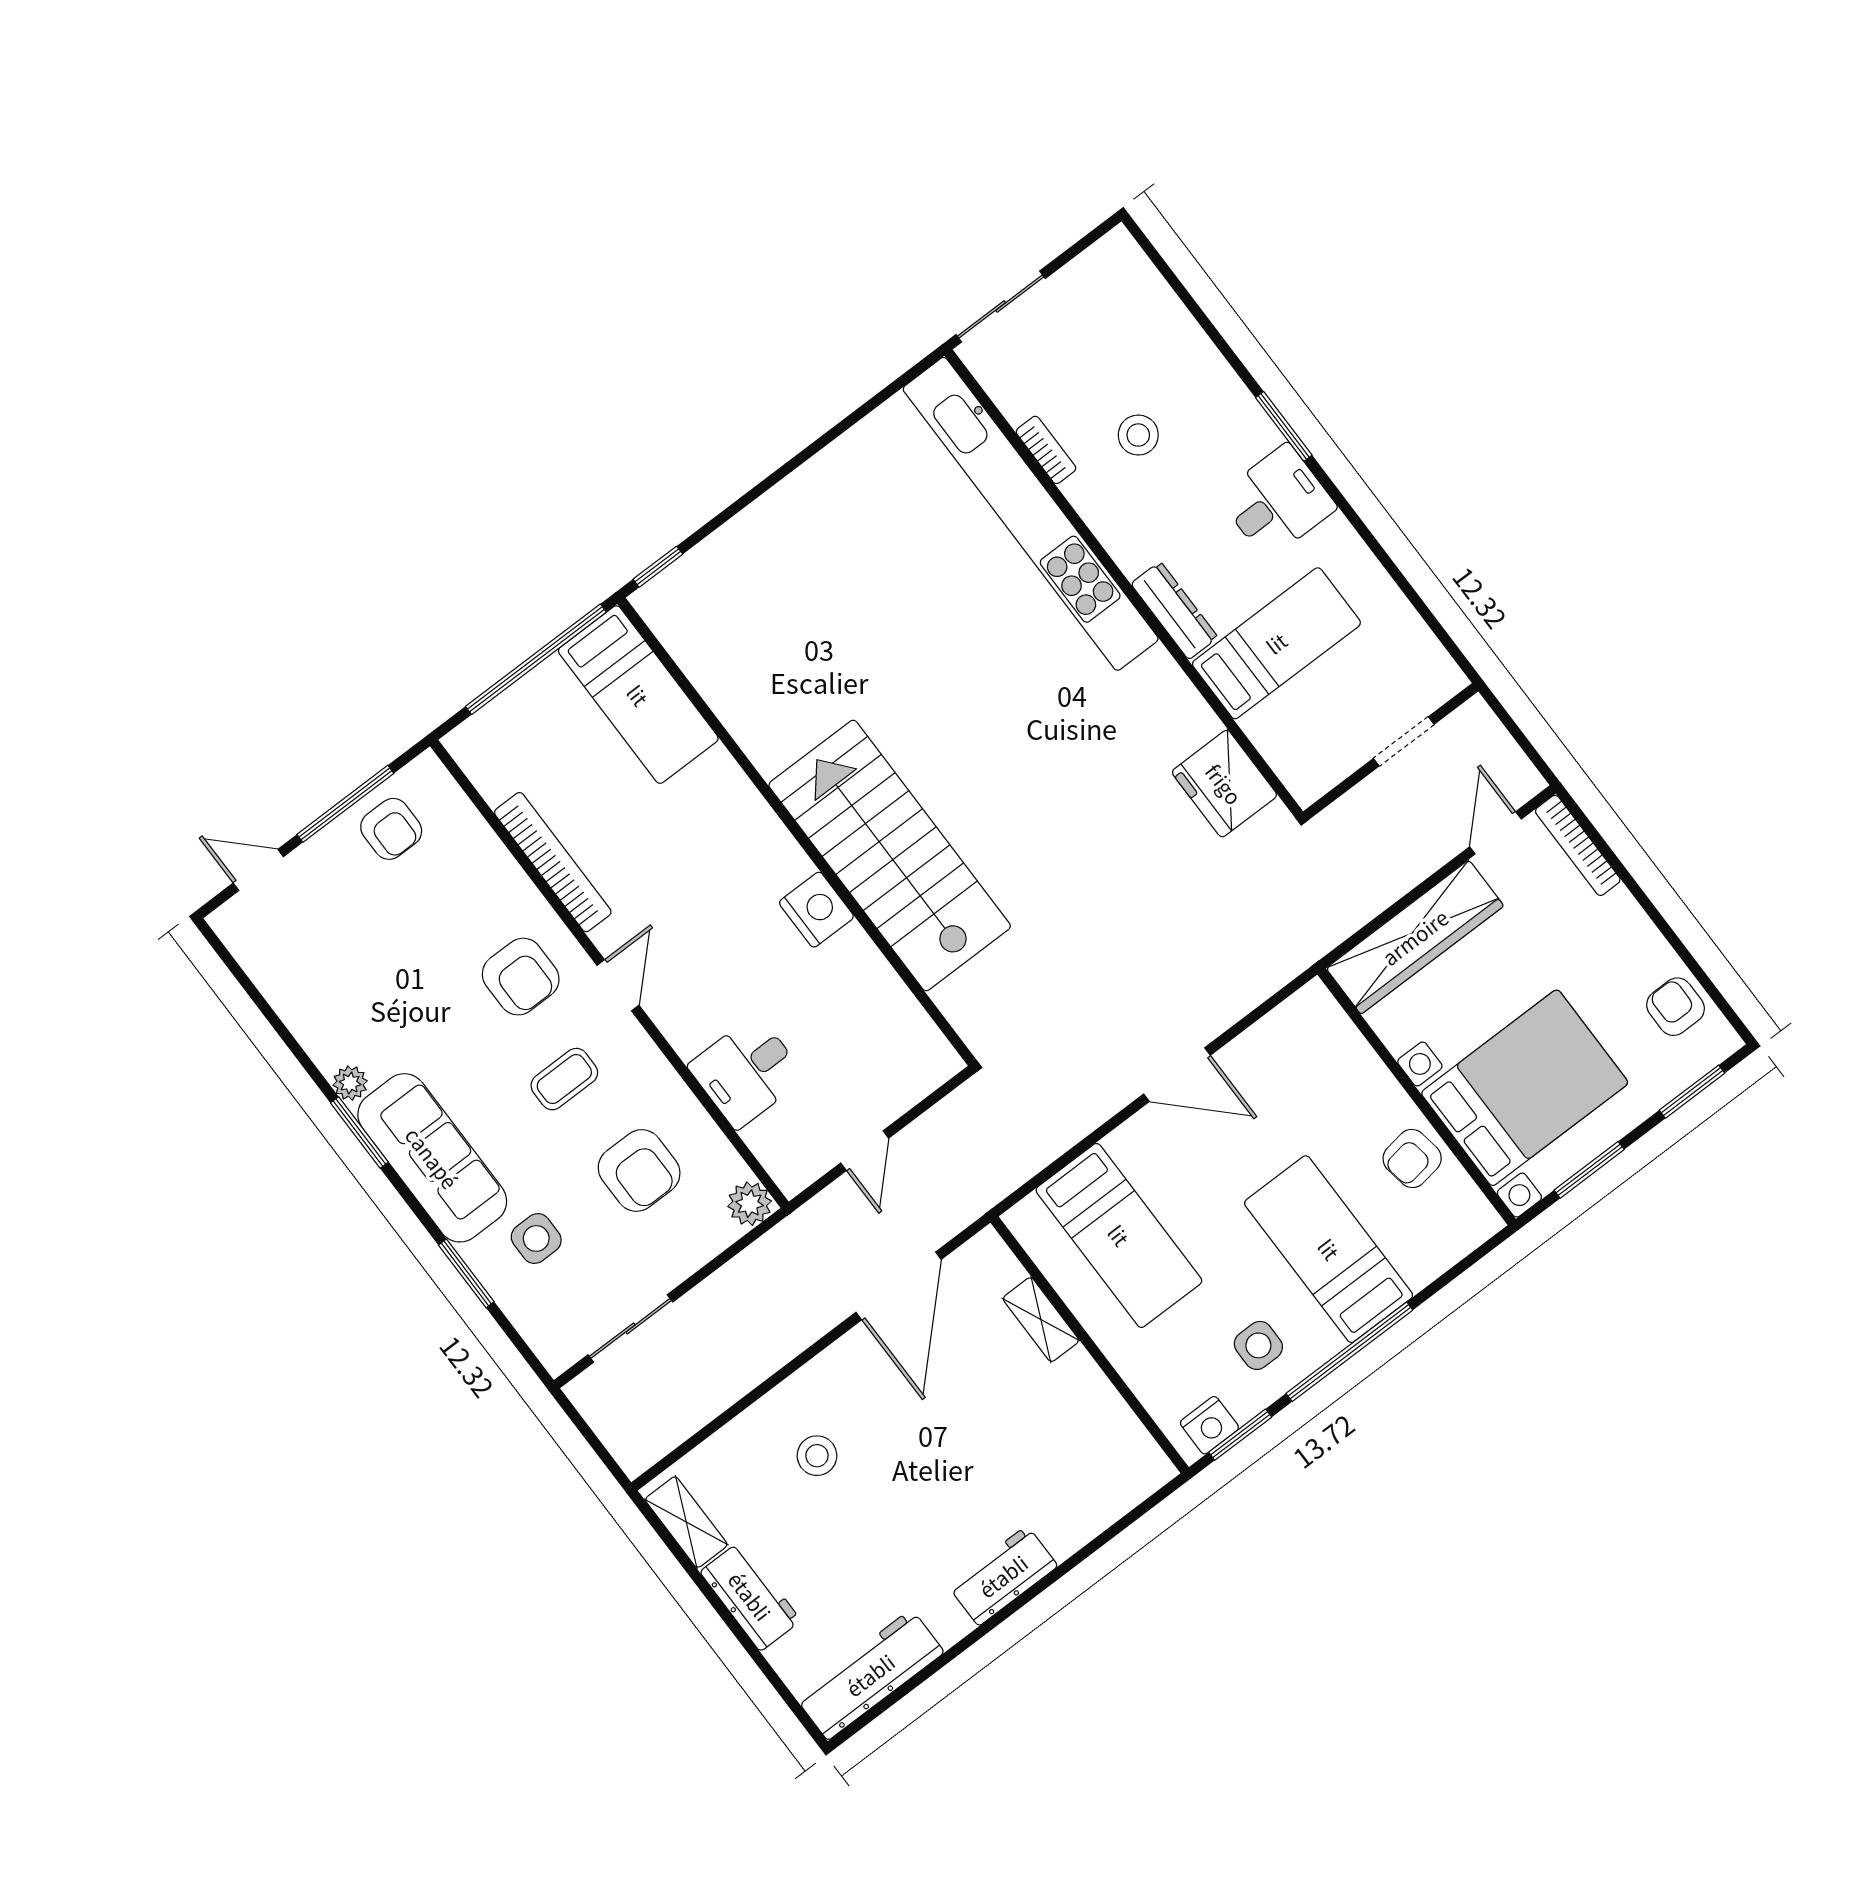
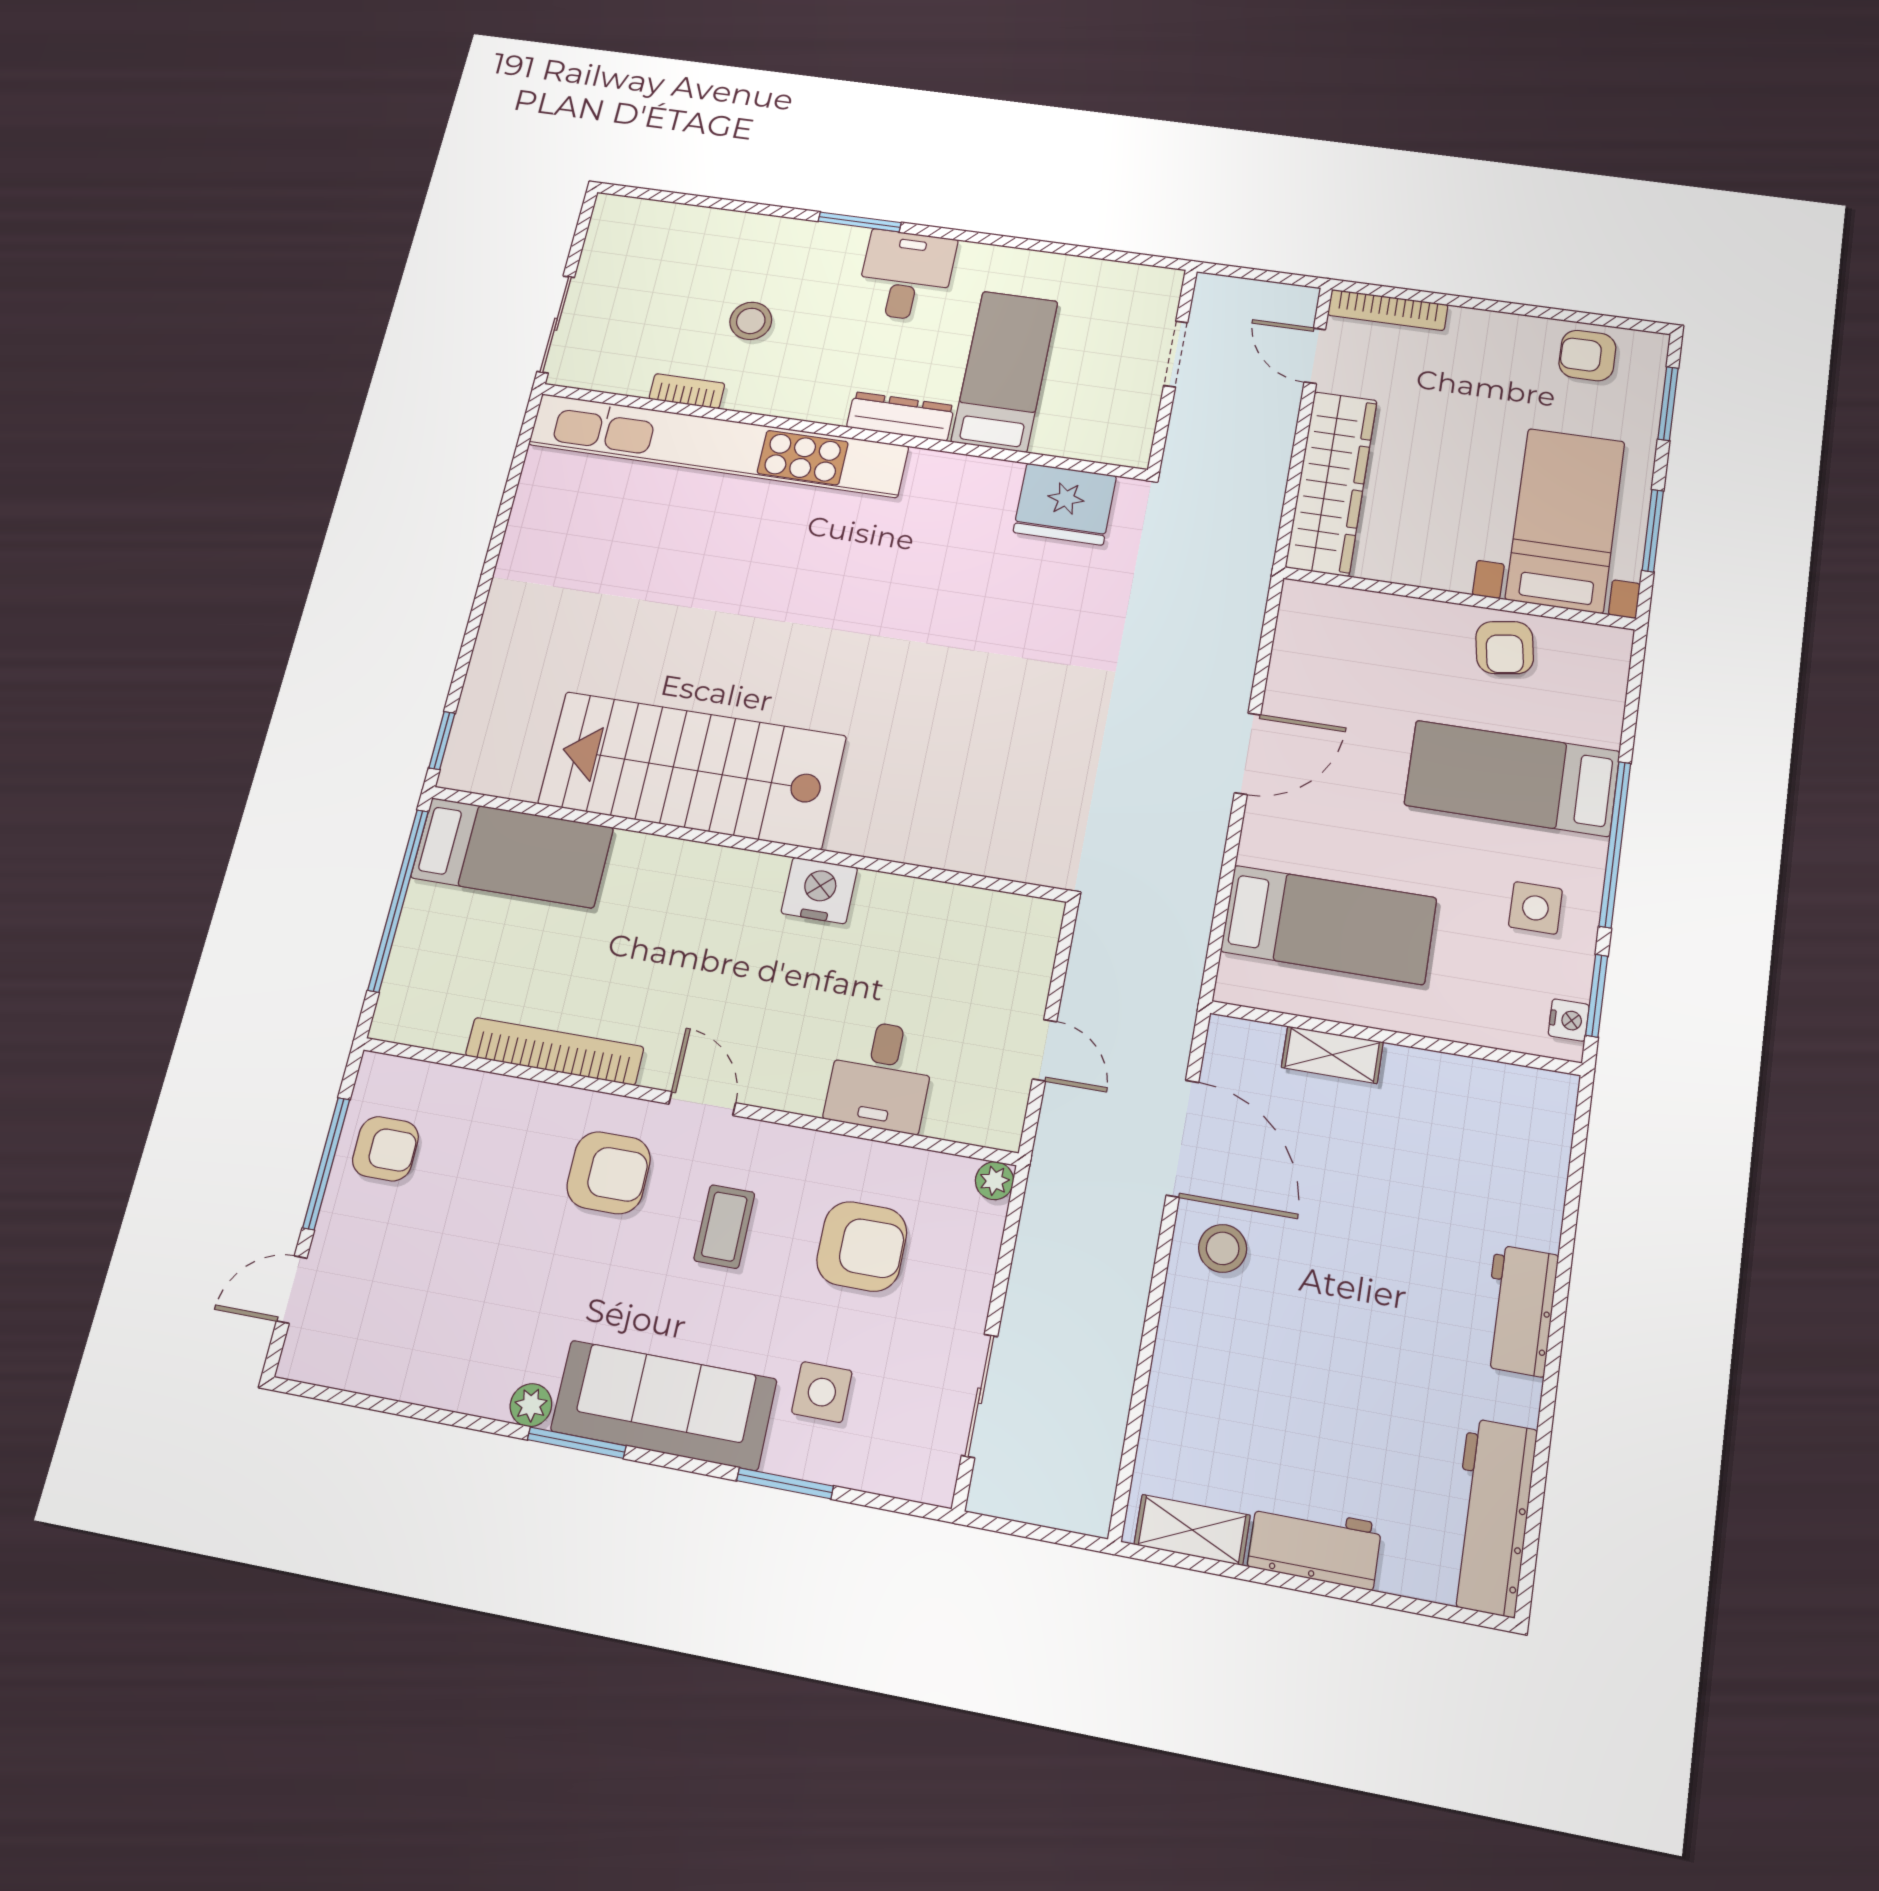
stairs: (890, 855) -> (692, 770), moved
bed with nightstands: (1525, 1088) -> (1565, 520), width x0.73
plant: (750, 1204) -> (994, 1181), width x0.73, depth x0.73
nightstand: (1209, 1425) -> (1569, 1020), width x0.72, depth x0.74
stool: (817, 1456) -> (1223, 1248), moved

